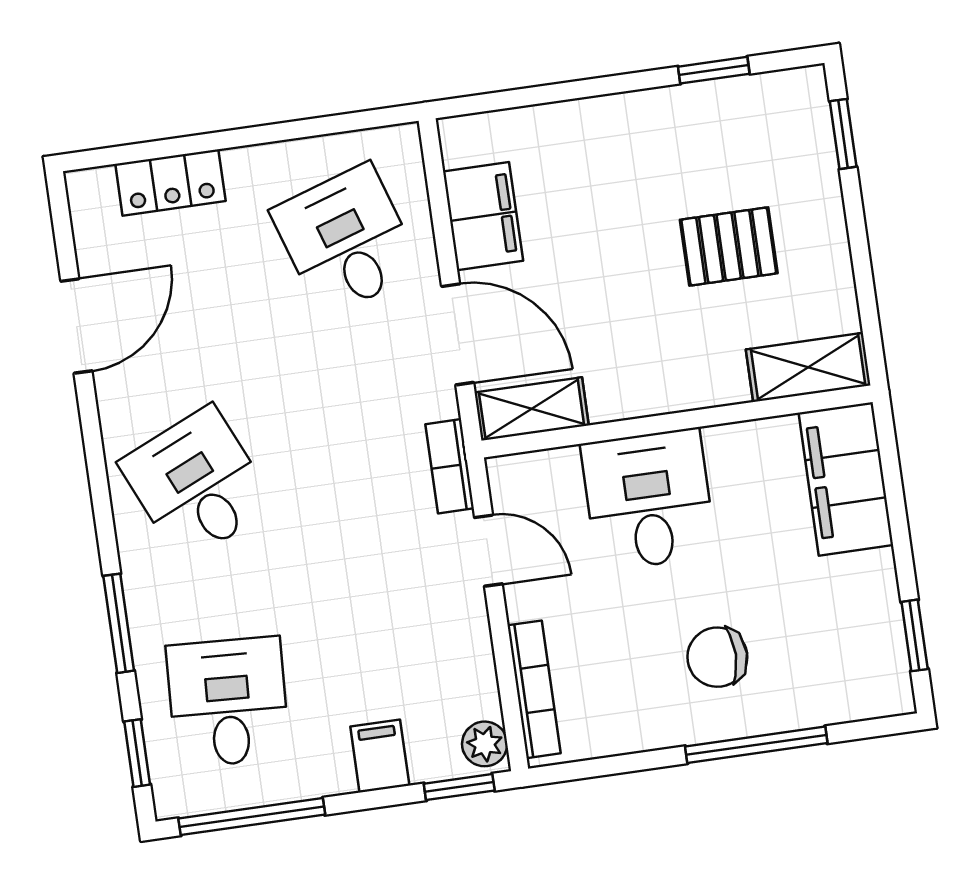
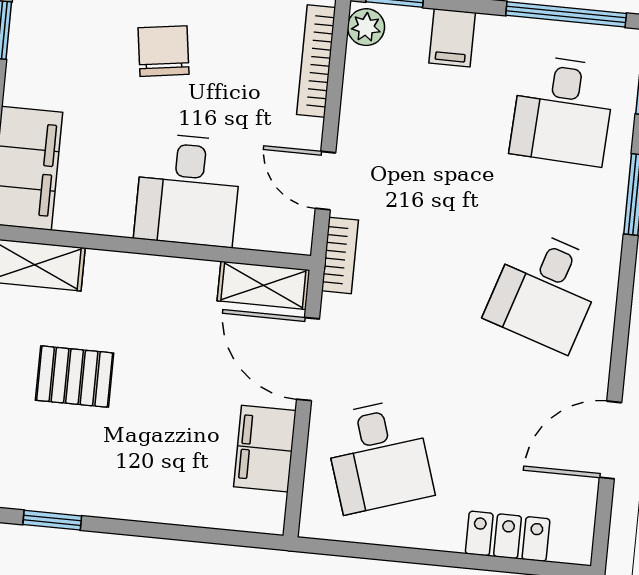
desk: (197, 484) -> (545, 290), turned 42
chair: (717, 657) -> (164, 51), turned -98

